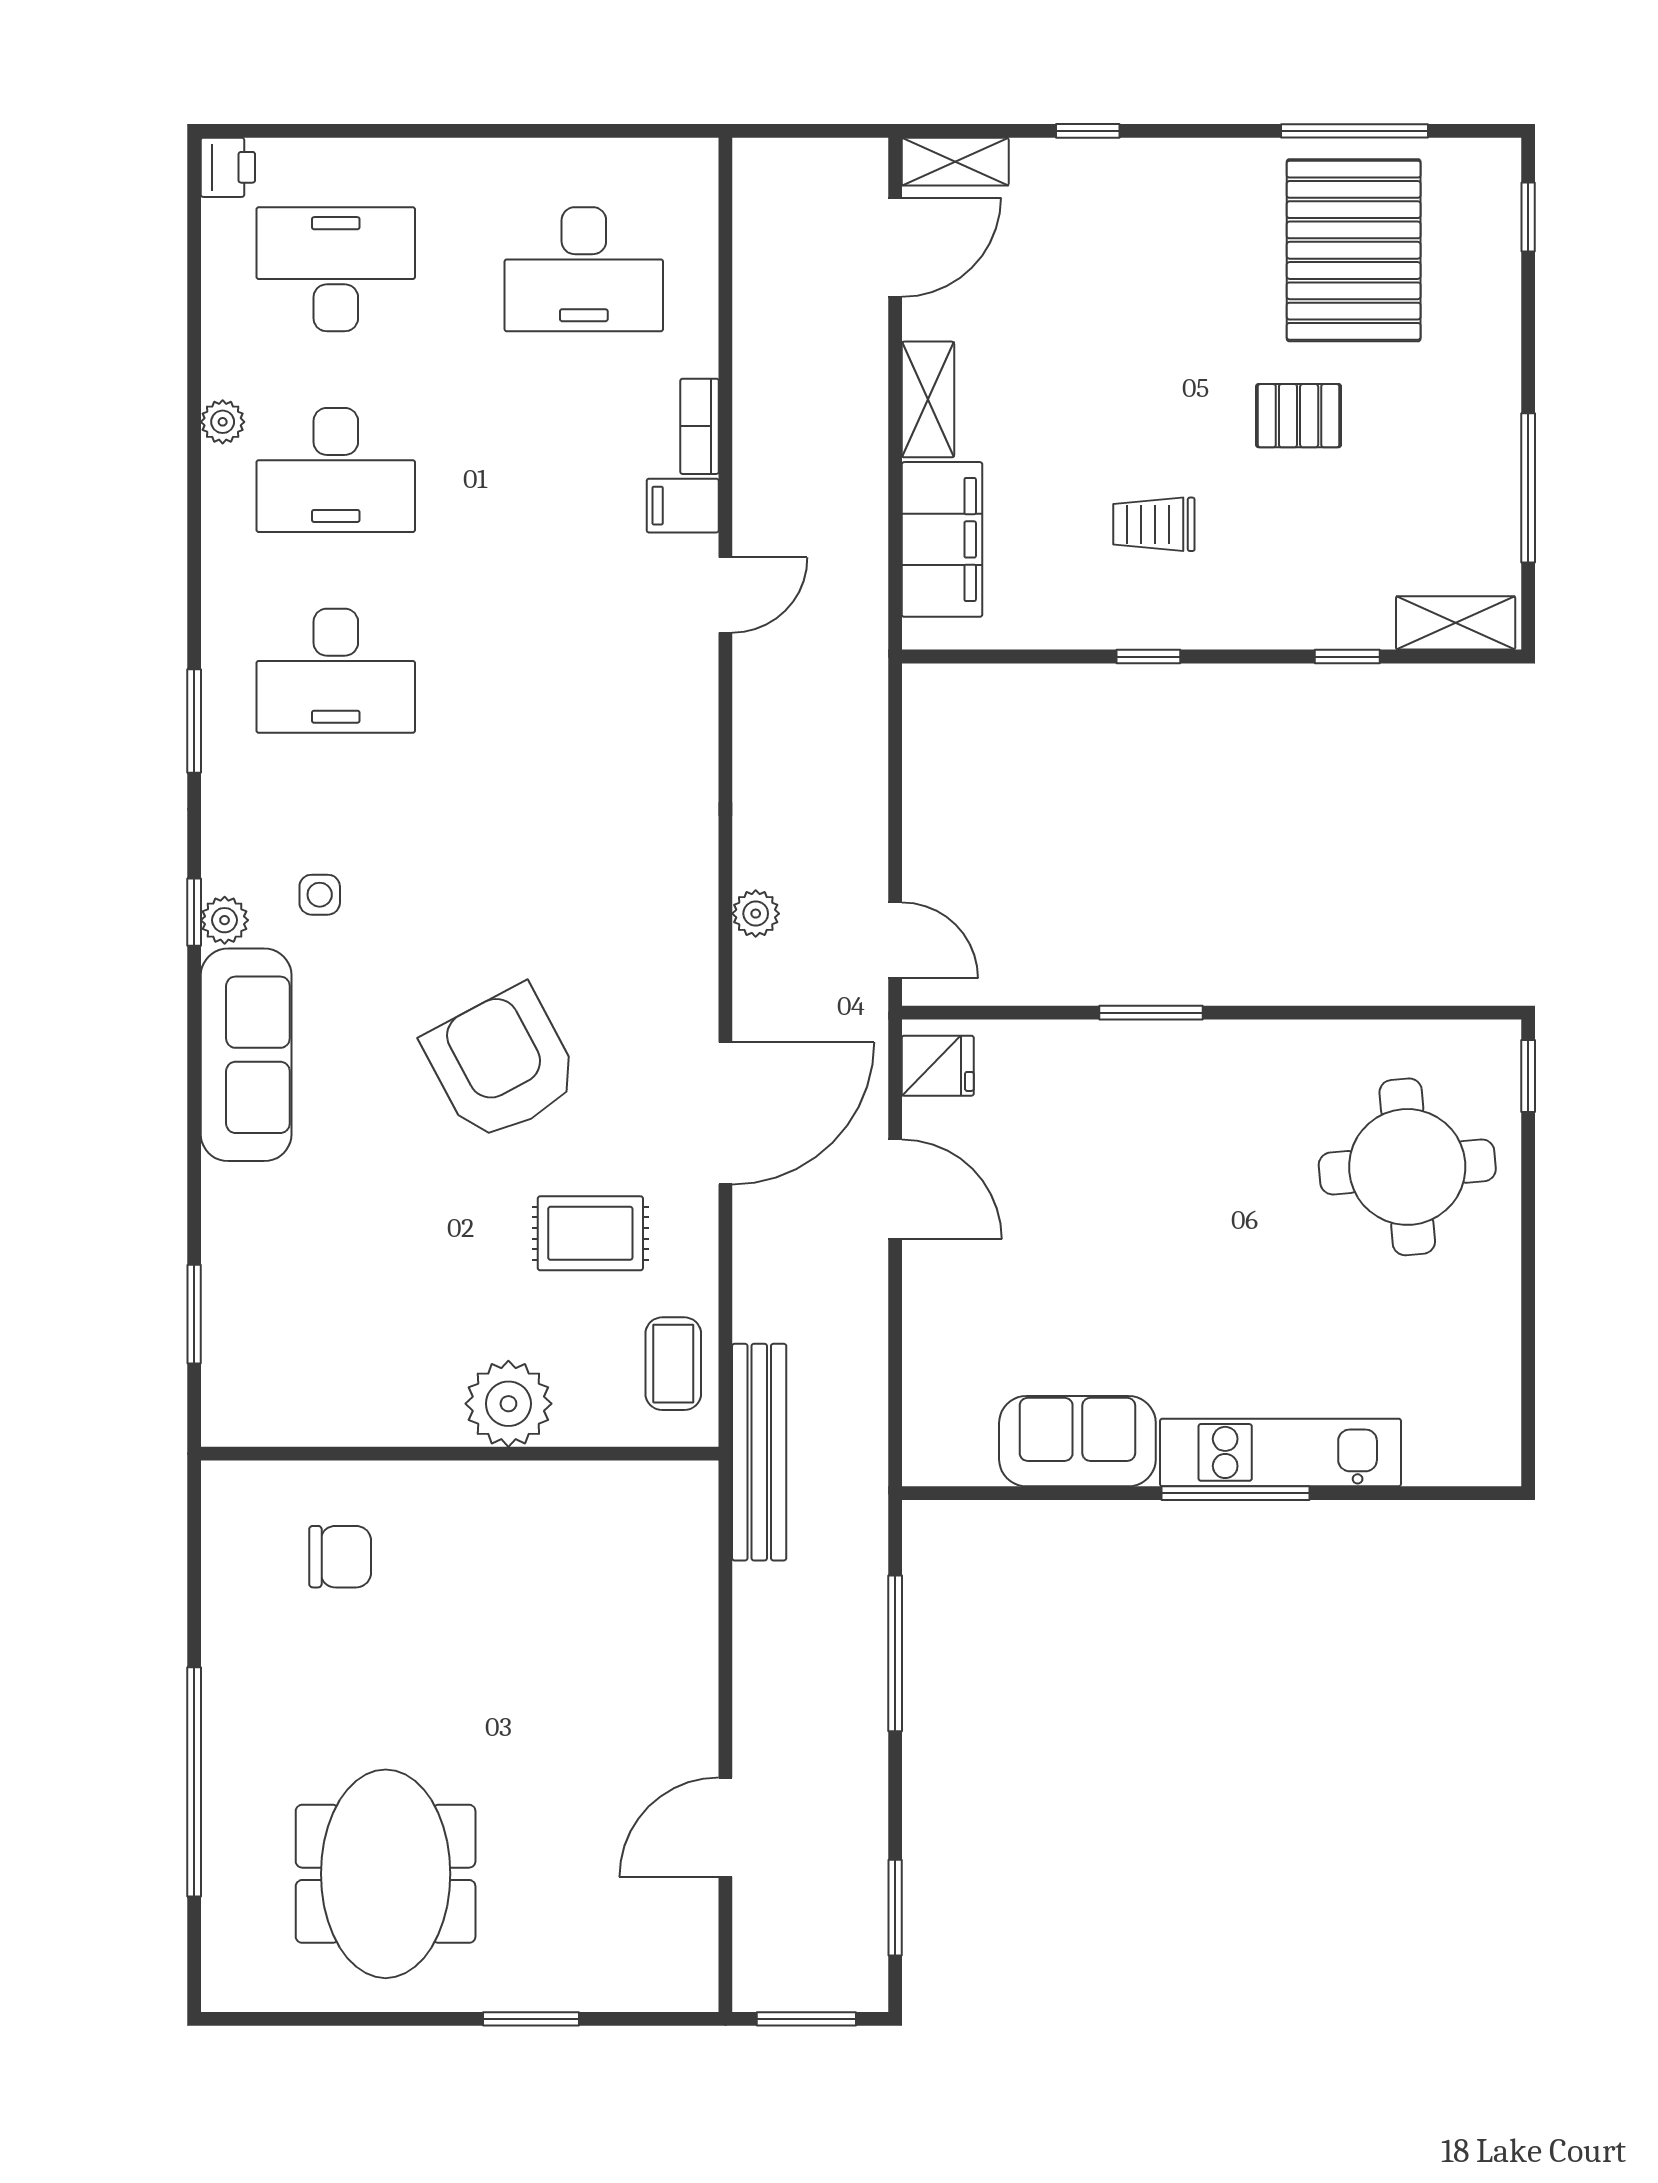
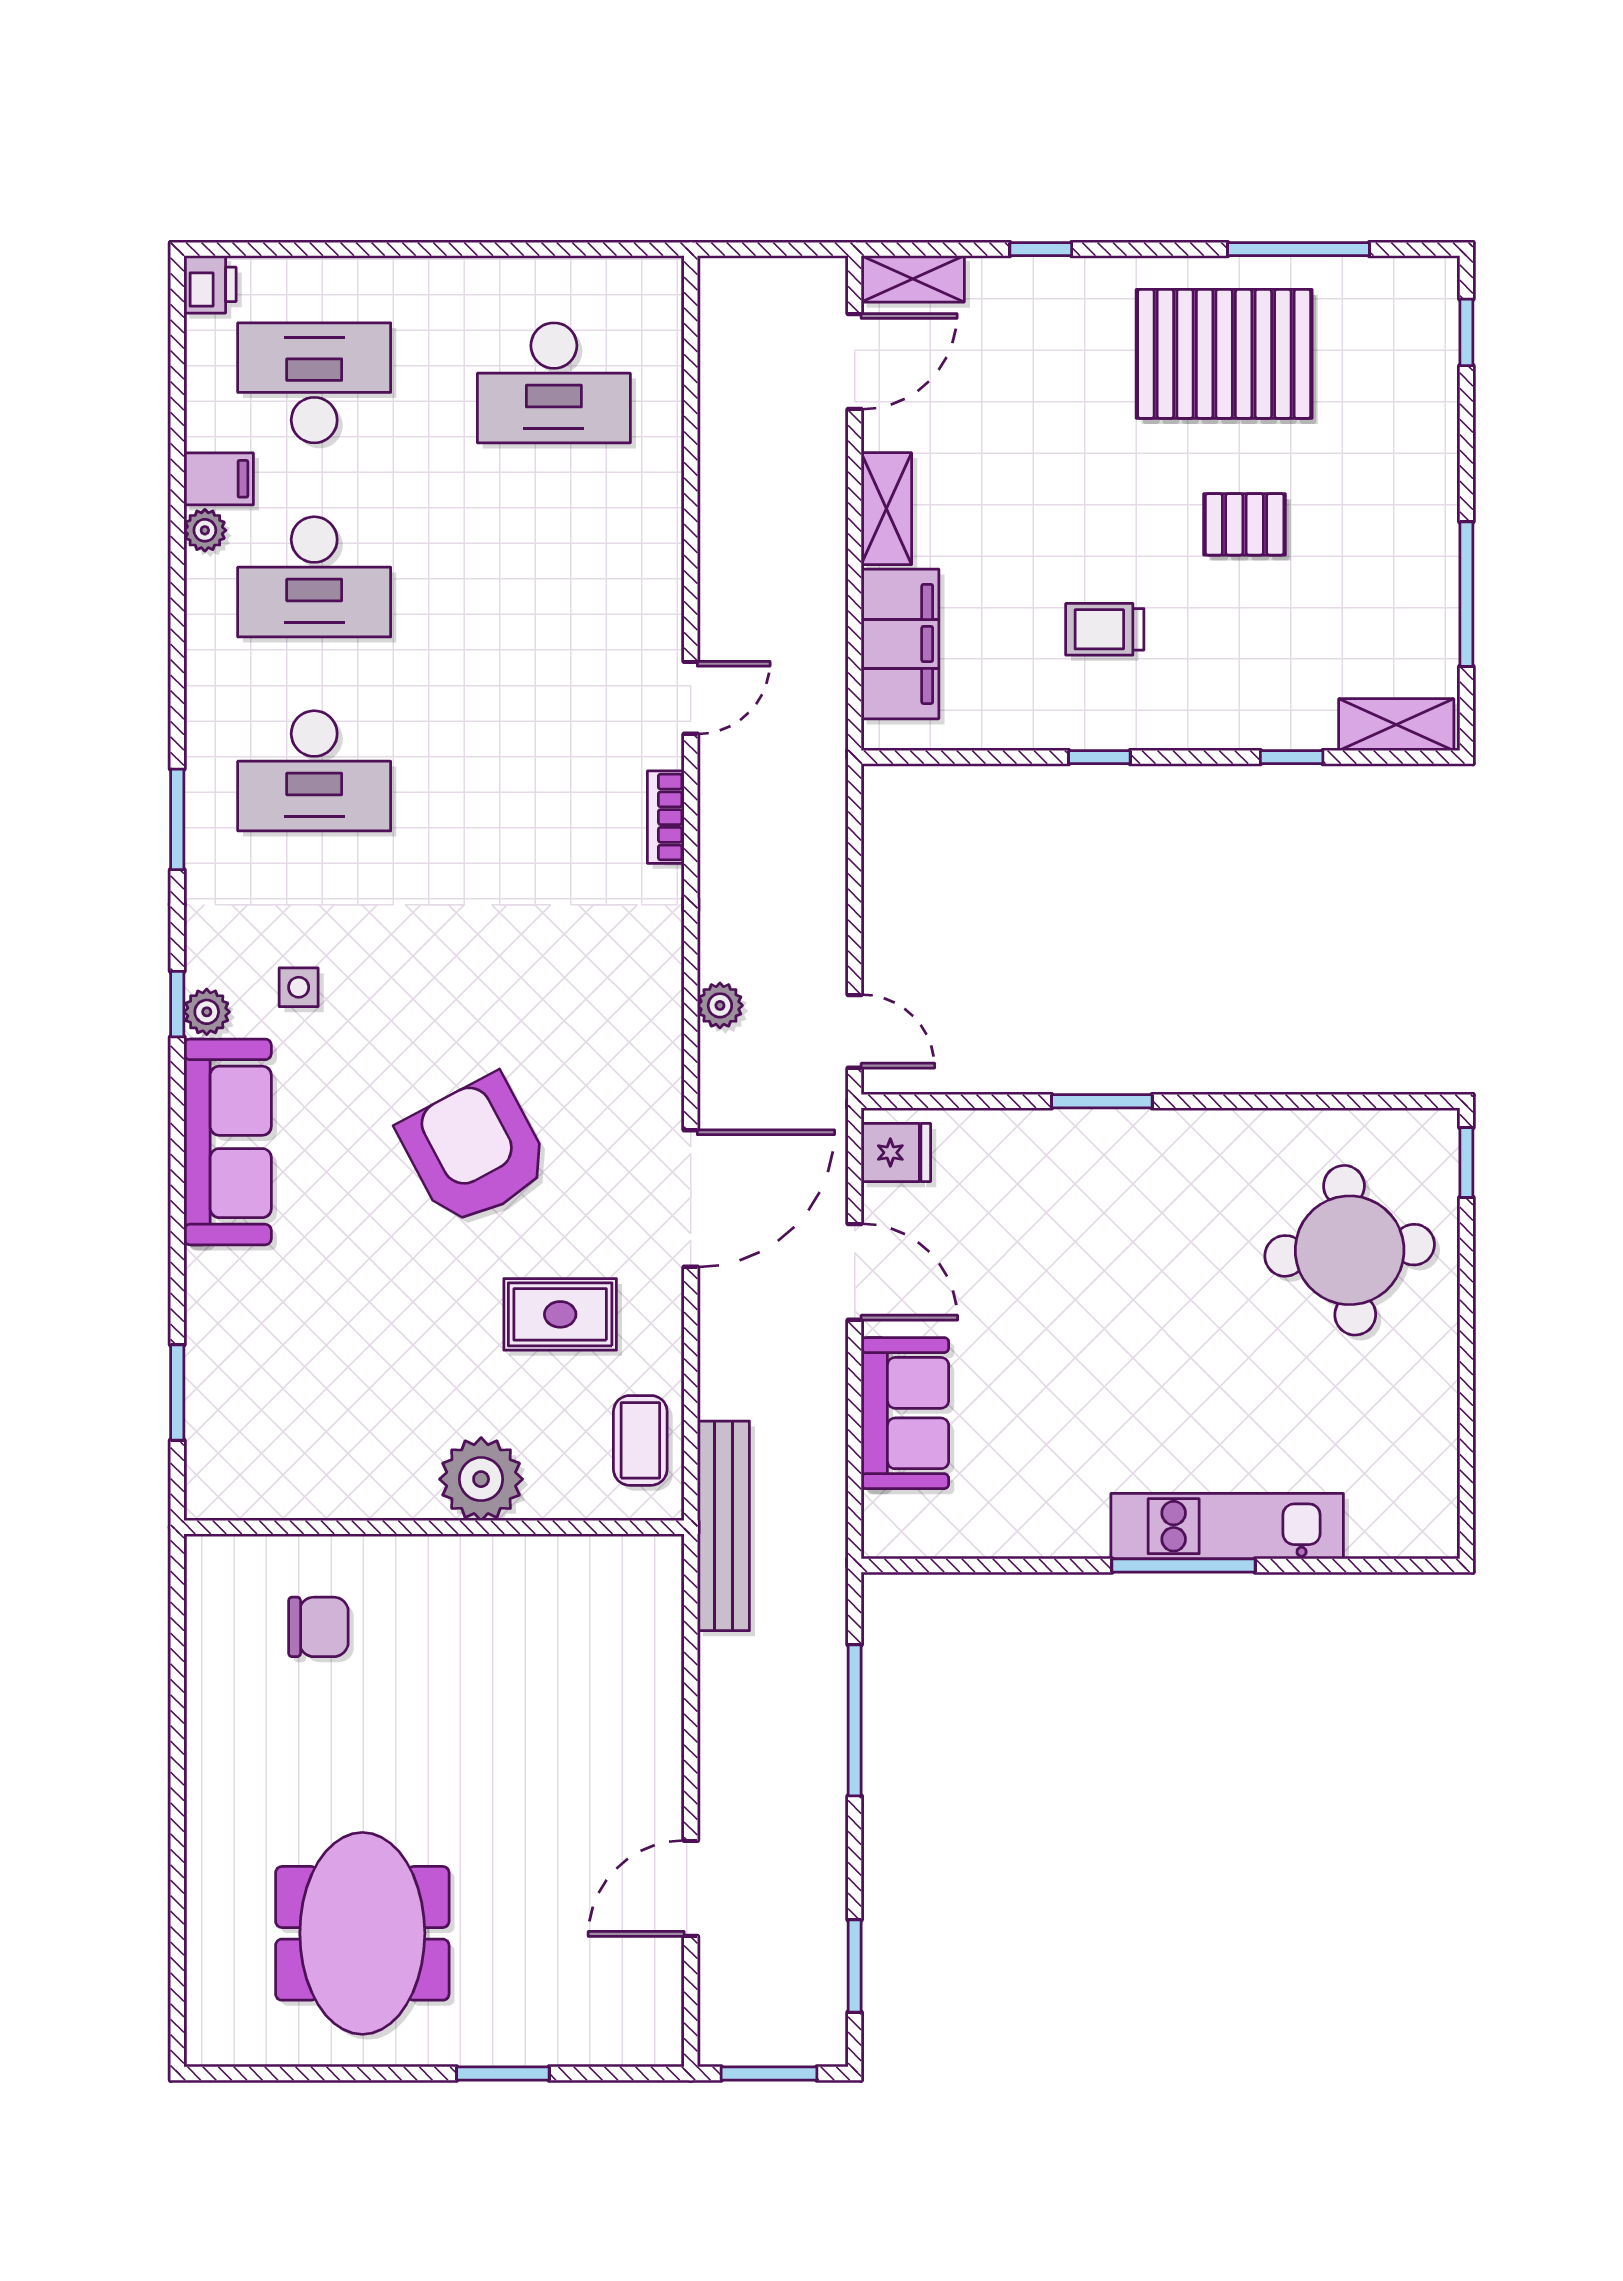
pallet: (1354, 250) -> (1224, 354), moved, turned 90
bookcase: (700, 426) -> (666, 817), moved
filing cabinet: (683, 506) -> (219, 479), moved, turned 180
sofa: (1077, 1441) -> (905, 1413), moved, turned 90
window: (194, 1782) -> (177, 1844), removed

